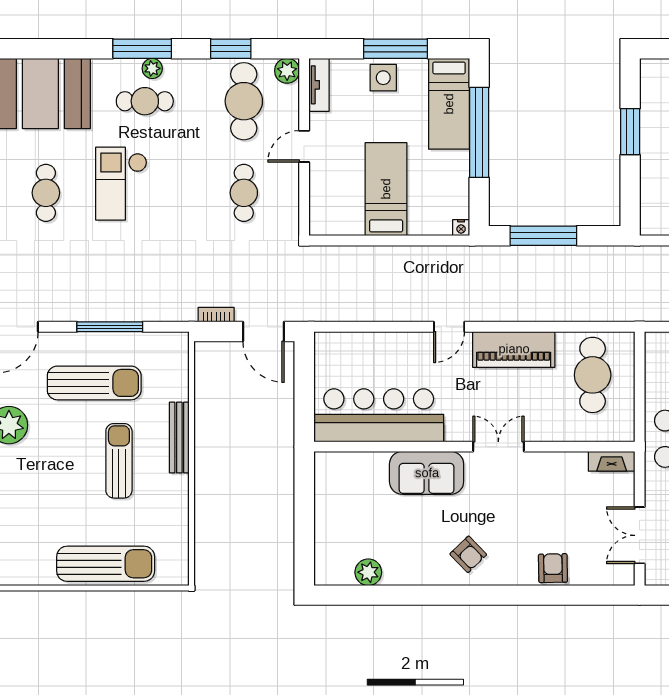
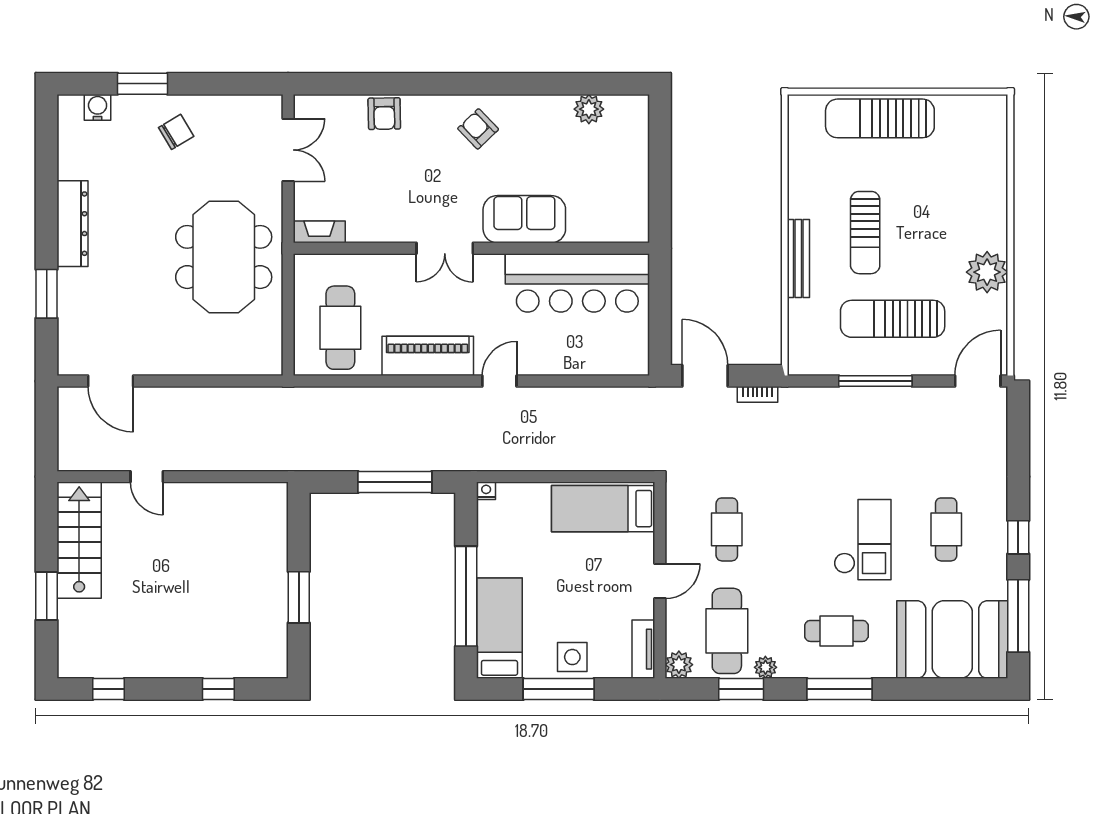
plant: (152, 68) -> (765, 667), moved
bed: (386, 189) -> (603, 509), moved, turned 90

